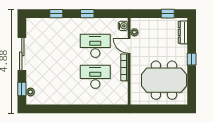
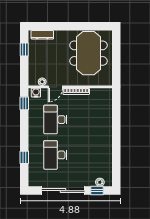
window: (87, 14) -> (24, 103), moved
sliding door: (22, 54) -> (63, 191), width x1.36
window: (192, 59) -> (68, 26), removed
desk: (95, 77) -> (55, 155), moved

